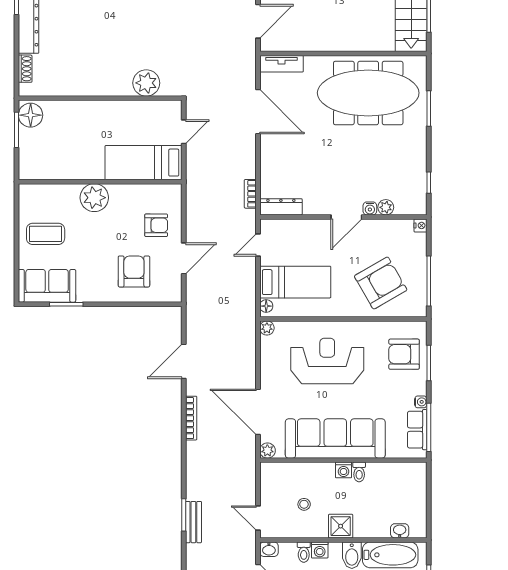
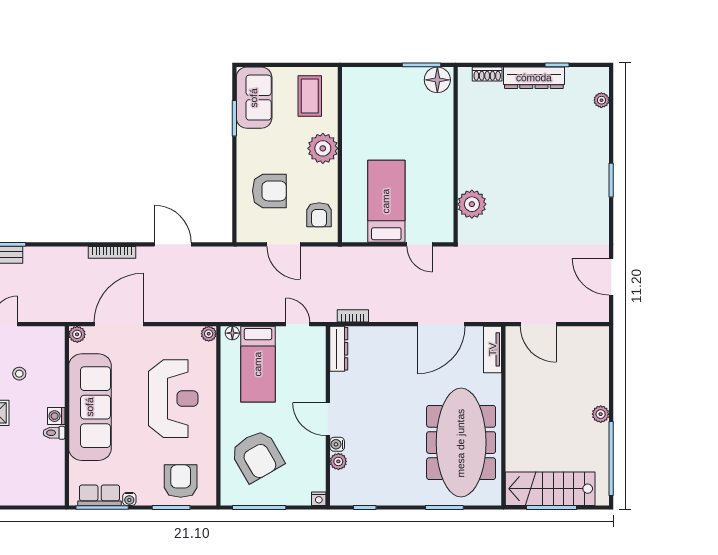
wall: (100, 182) -> (340, 155), moved
plant: (94, 198) -> (323, 148), moved

